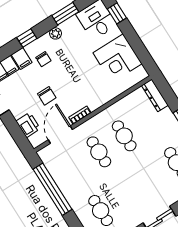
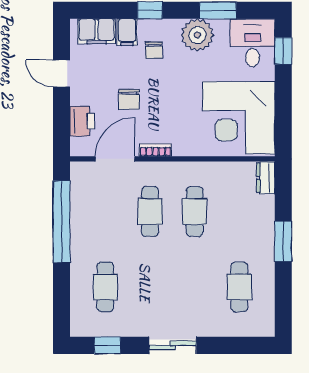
plant: (55, 33) -> (197, 35), width x1.87, depth x1.87
corner desk: (117, 58) -> (239, 118), width x1.36, depth x1.36
dresser: (155, 95) -> (266, 178), width x0.70

